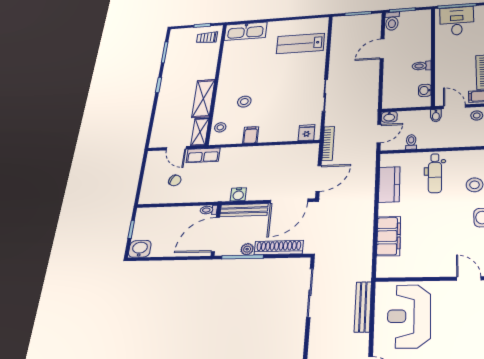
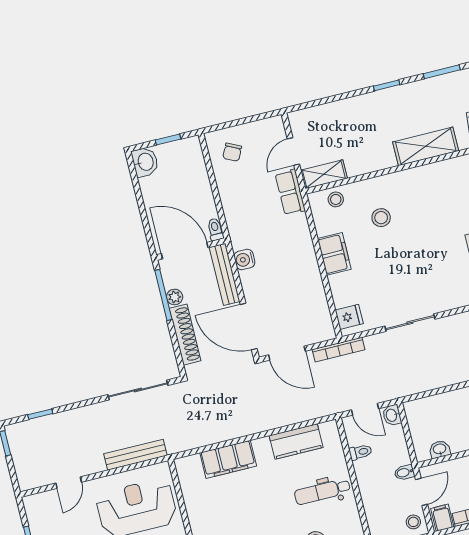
shelving: (203, 98) -> (426, 146), moved
filing cabinet: (251, 135) -> (334, 254), width x2.00
chair: (175, 180) -> (232, 152), moved

